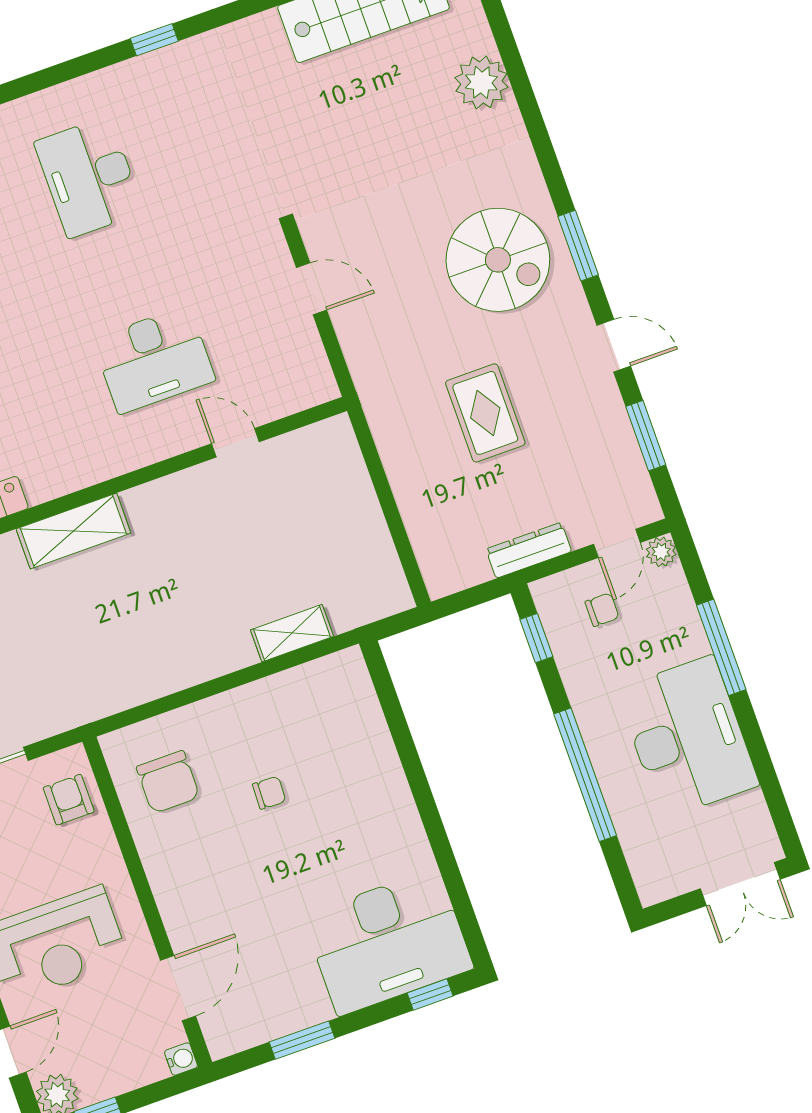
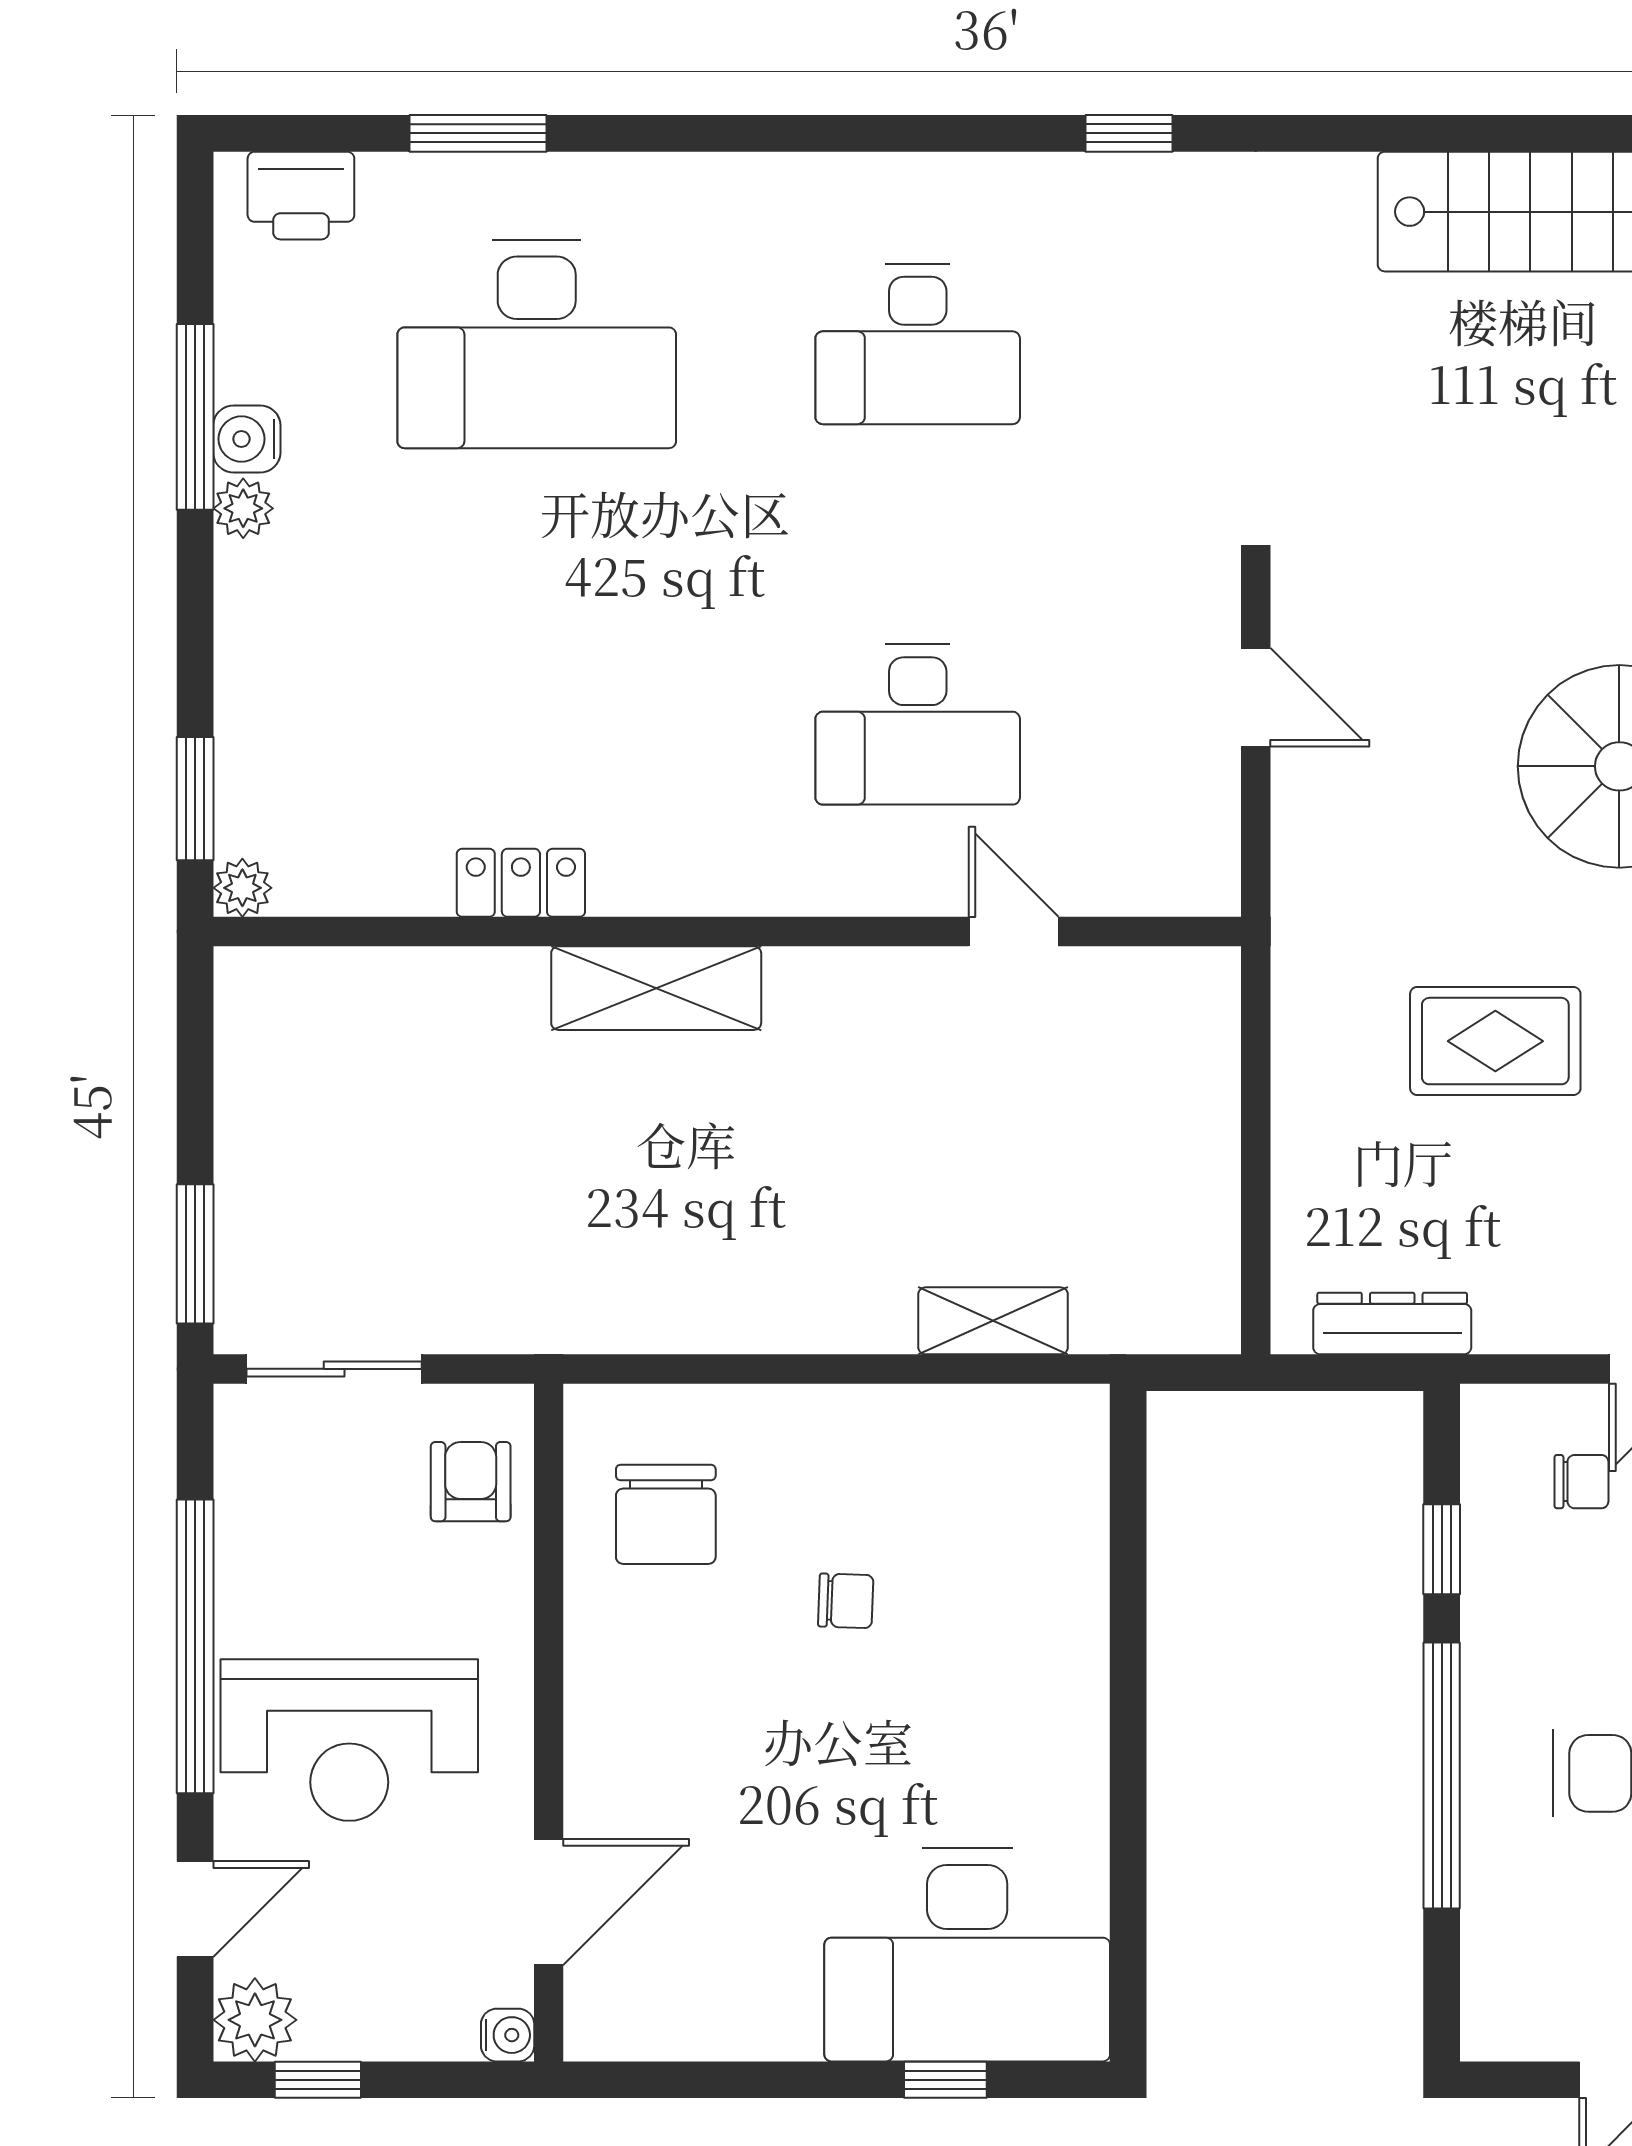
desk: (89, 177) -> (918, 344), turned -90
rug: (485, 413) -> (1495, 1041), turned 90
dresser: (529, 550) -> (1392, 1324), moved
window: (536, 638) -> (1442, 1549), moved
window: (430, 994) -> (945, 2080), moved
window: (302, 1040) -> (744, 2080), removed

